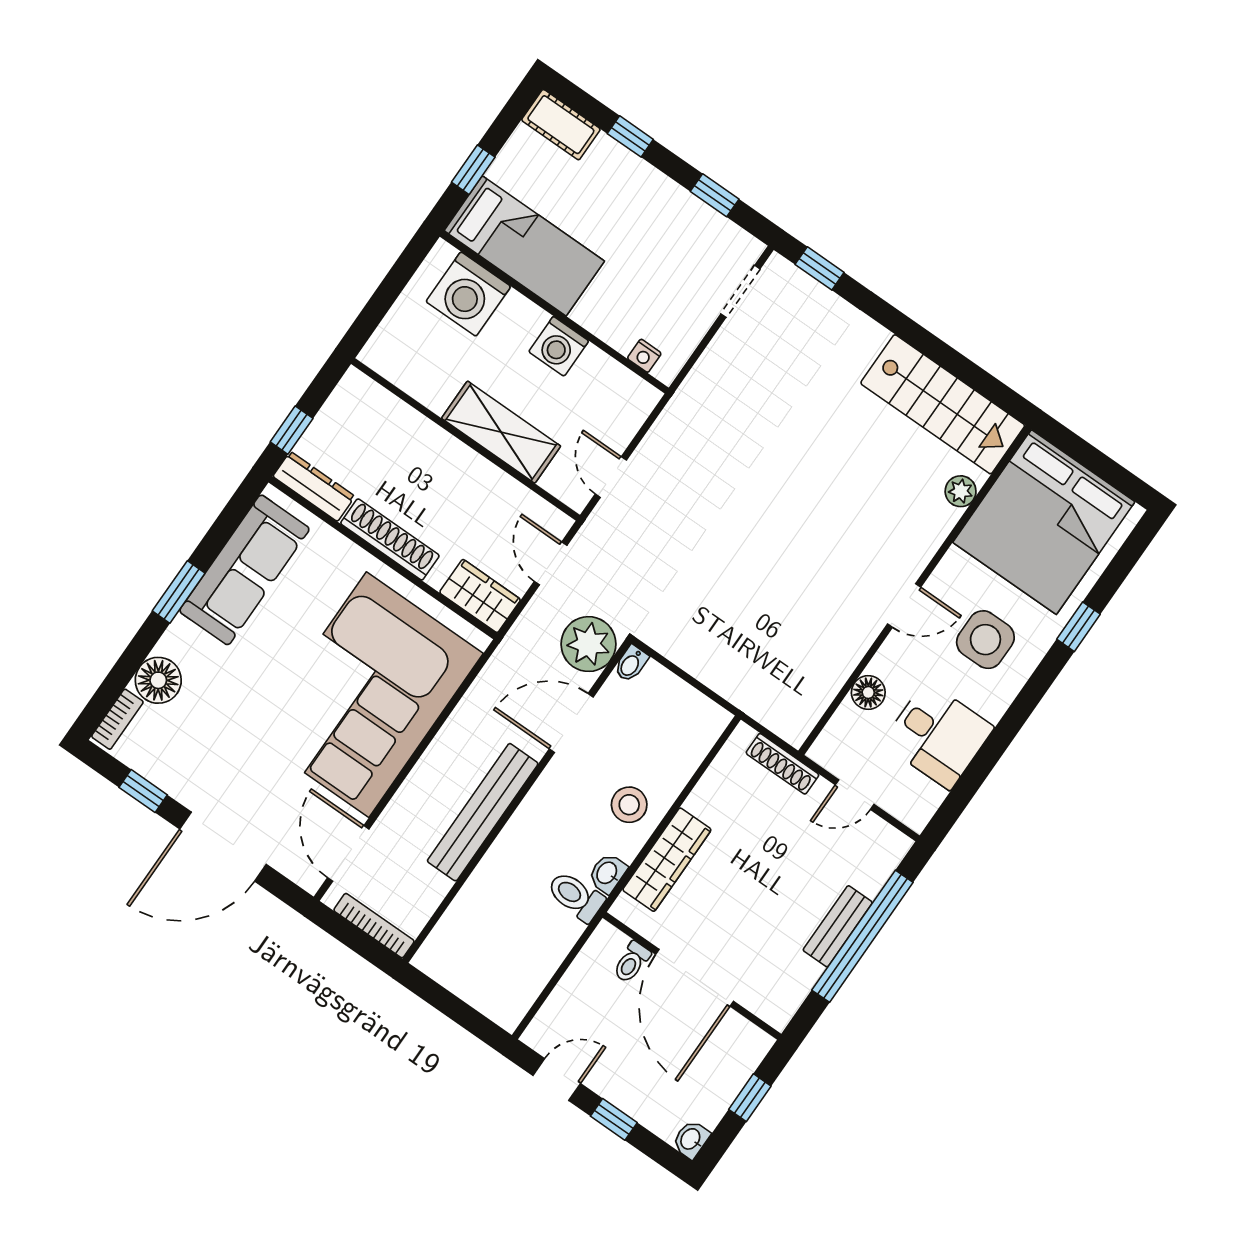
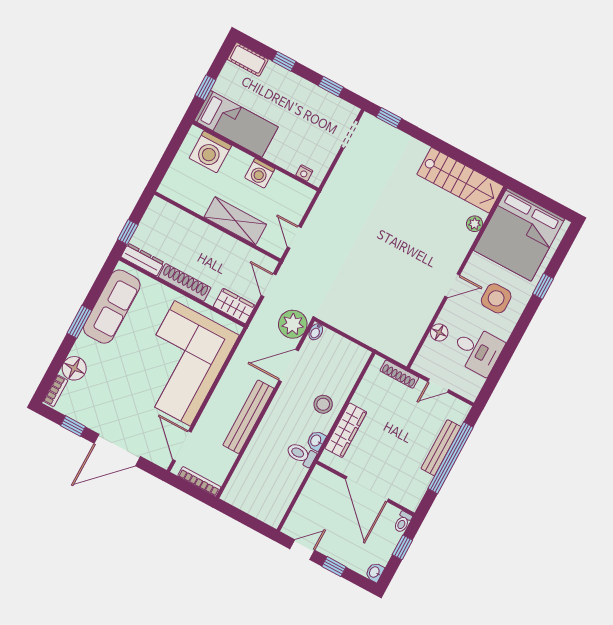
bench: (838, 926) -> (441, 448), width x1.36
toilet: (632, 962) -> (403, 522), moved

